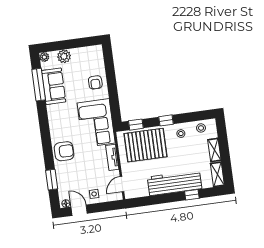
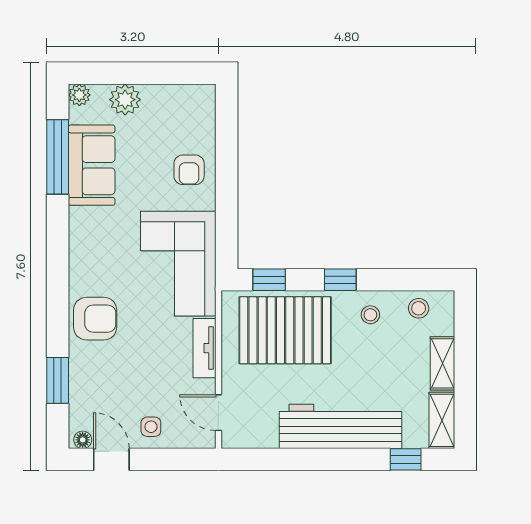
door: (122, 184) -> (218, 413), hinge flipped
window: (192, 195) -> (406, 459), moved

